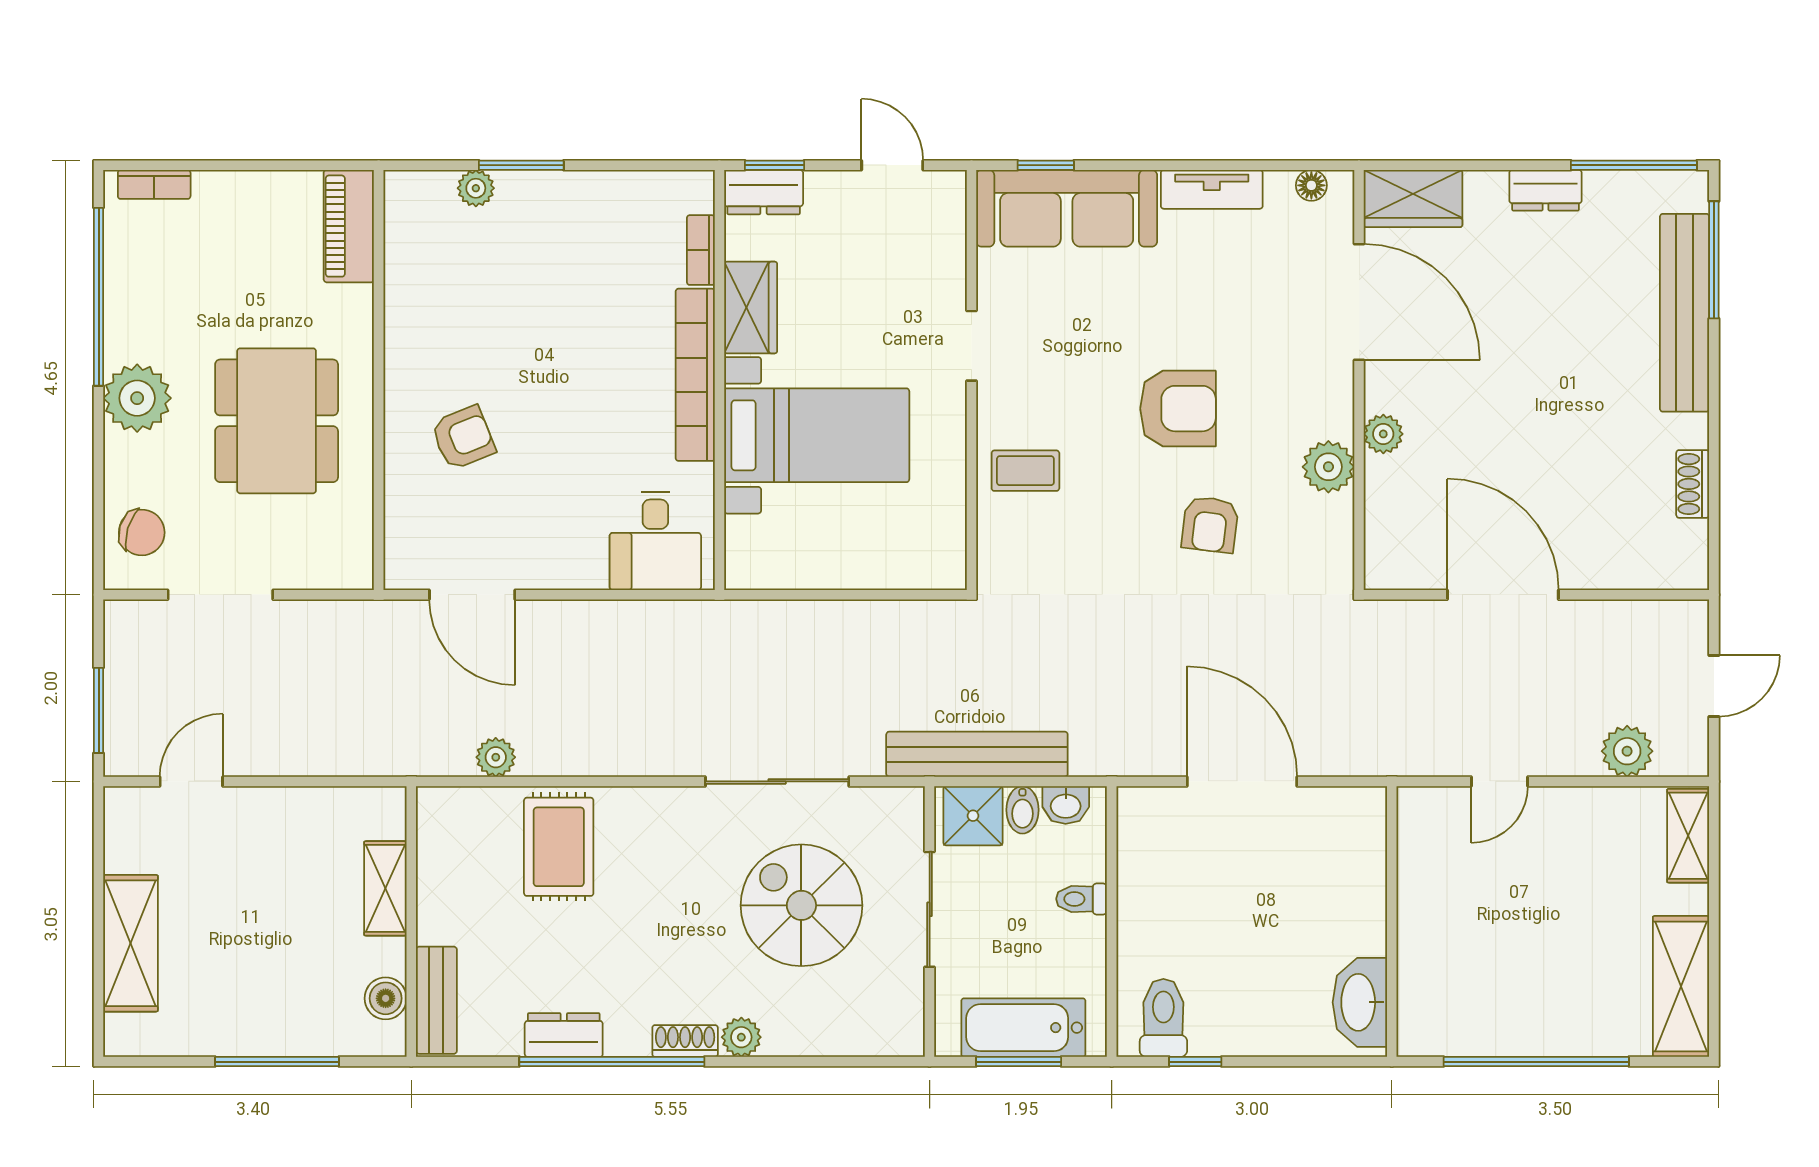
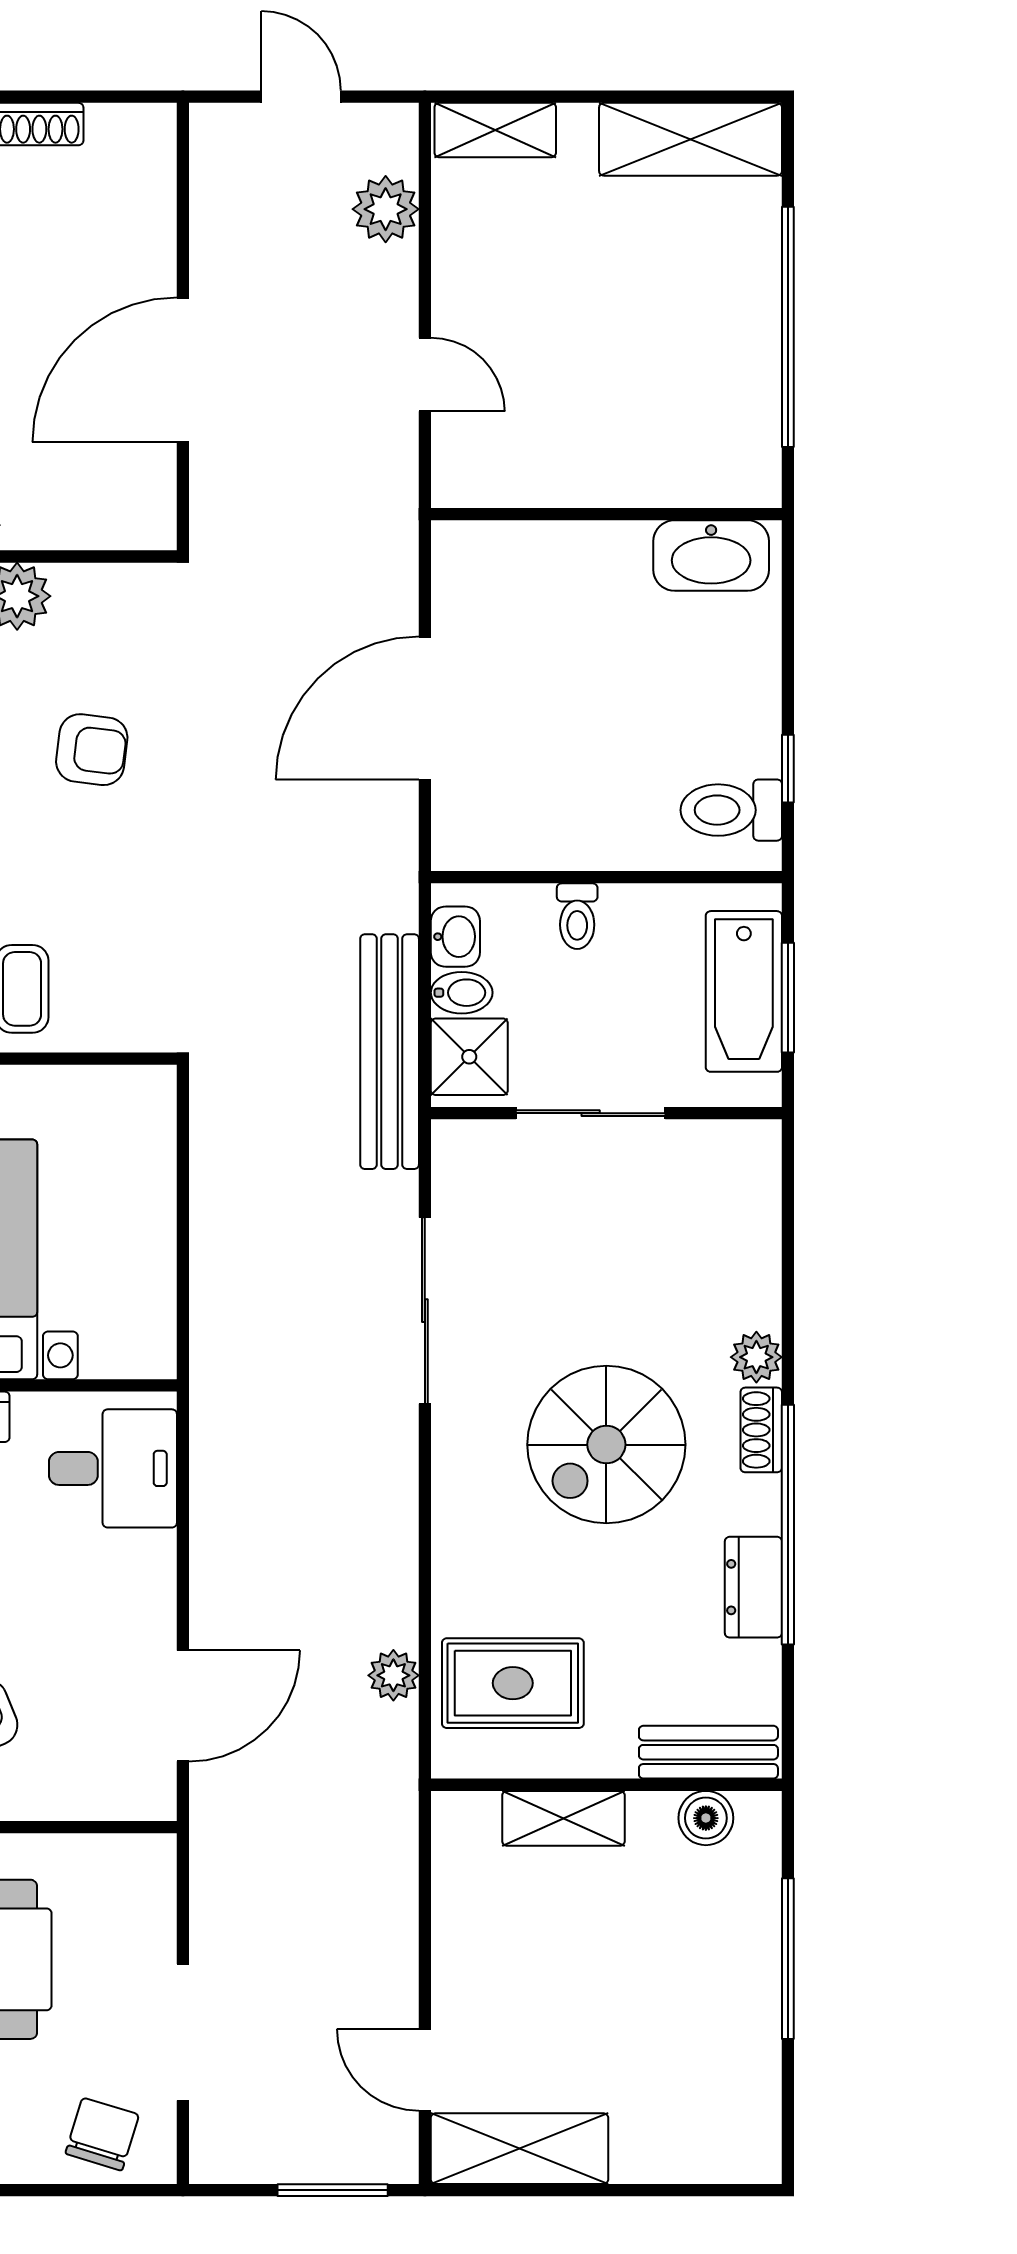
rug: (559, 847) -> (513, 1683), moved
spiral stairs: (801, 905) -> (606, 1445), moved
shelving: (131, 943) -> (519, 2149), moved

